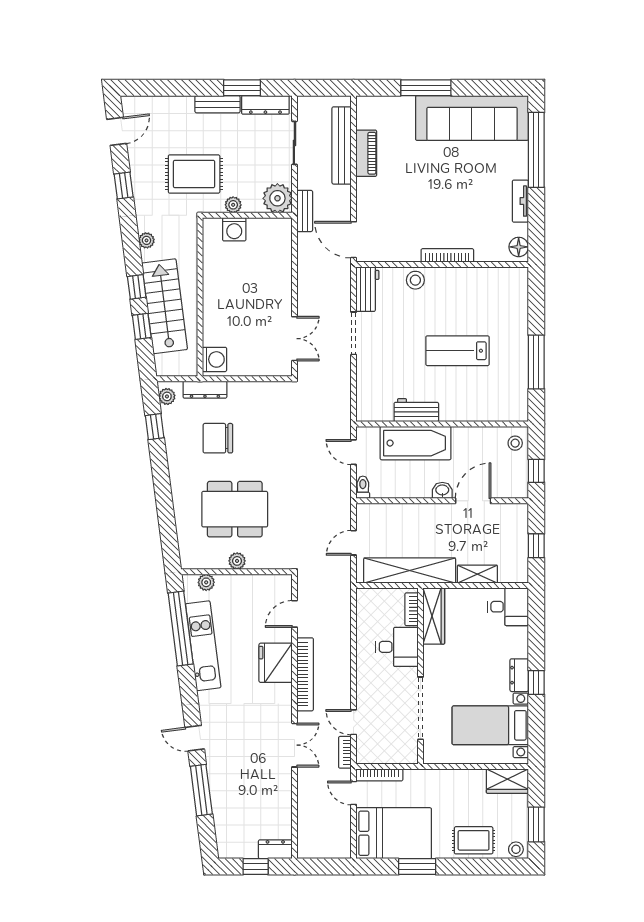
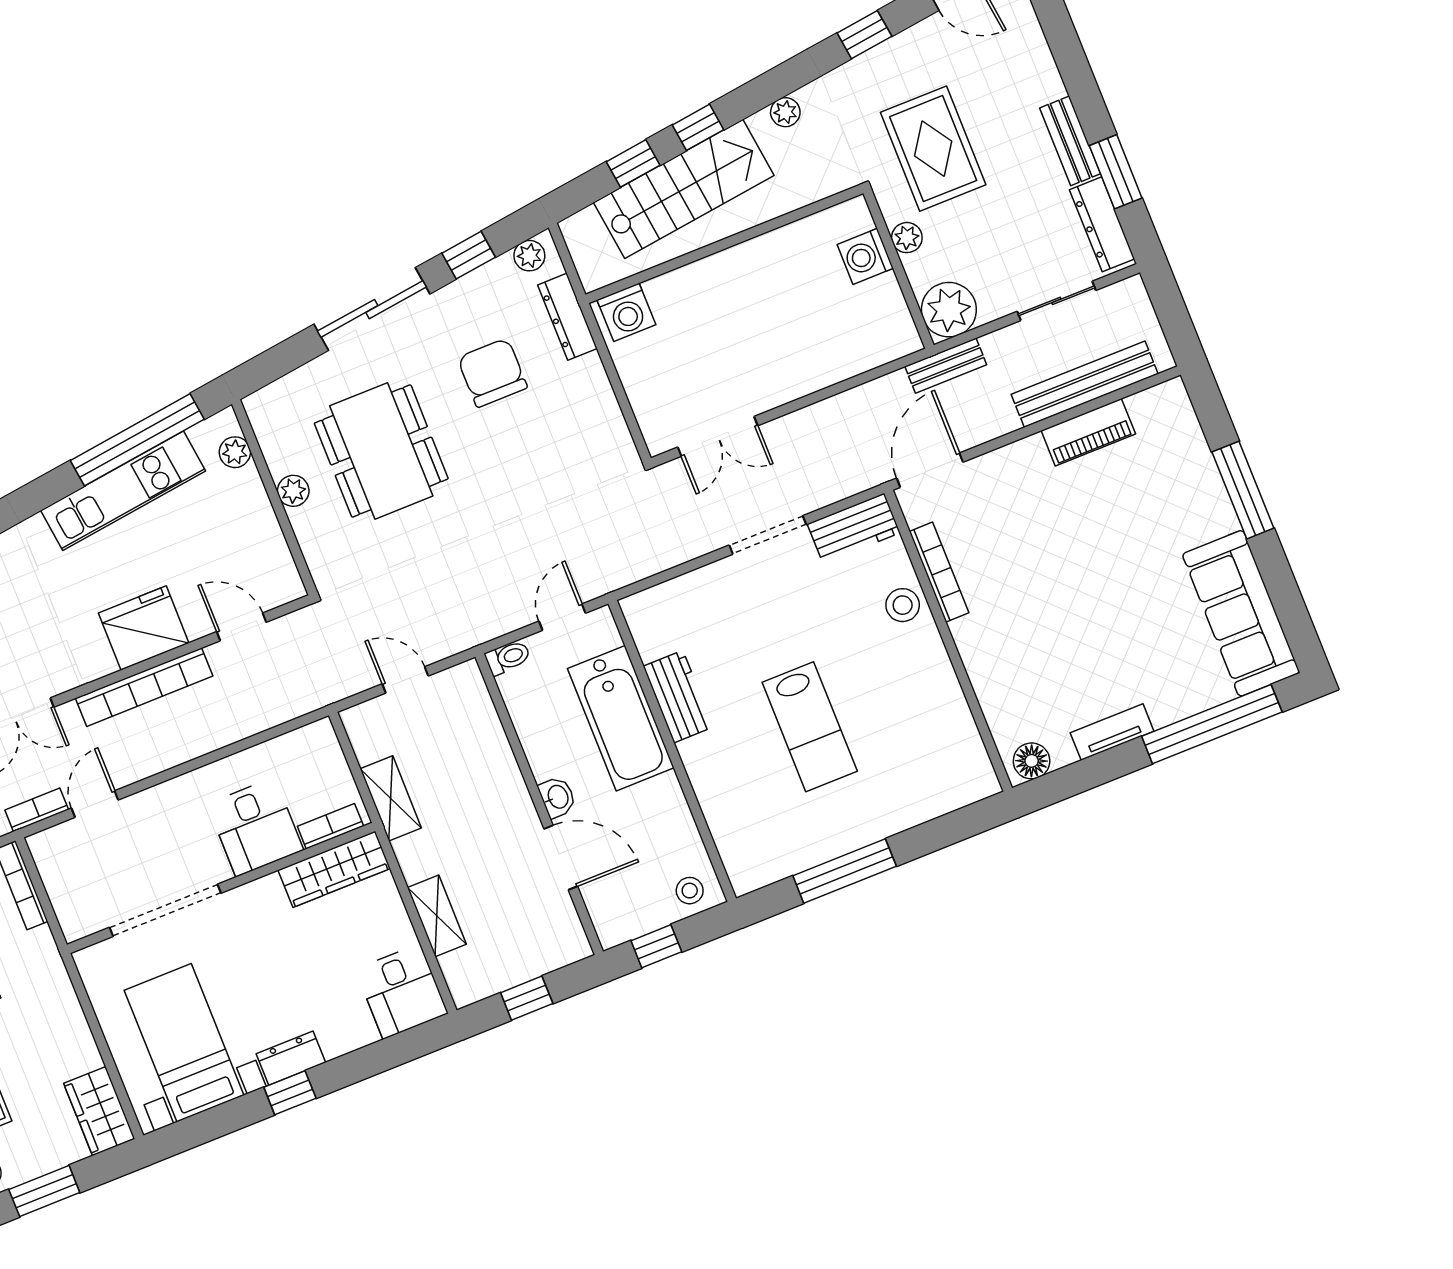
sofa: (472, 118) -> (1241, 613), width x0.74, depth x0.79
bookcase: (447, 255) -> (939, 572), moved
lab bench: (457, 351) -> (810, 727), turned 180
sliding door: (162, 486) -> (372, 309), added
shelving: (410, 571) -> (391, 798), width x0.45, depth x0.75

